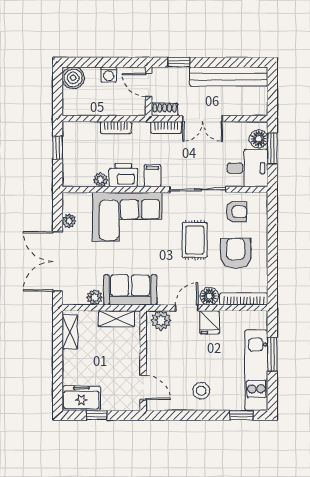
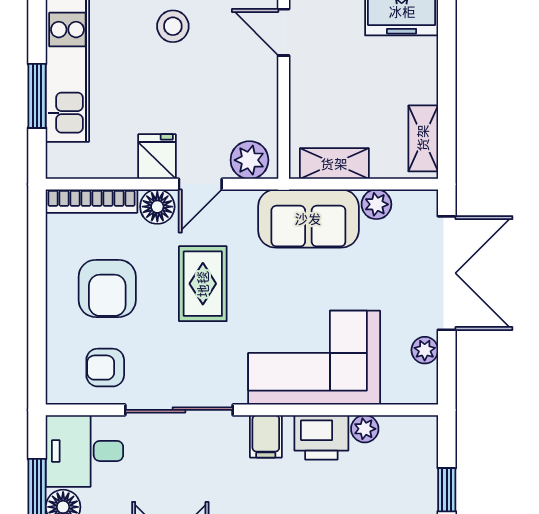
rug: (195, 240) -> (203, 284), moved

